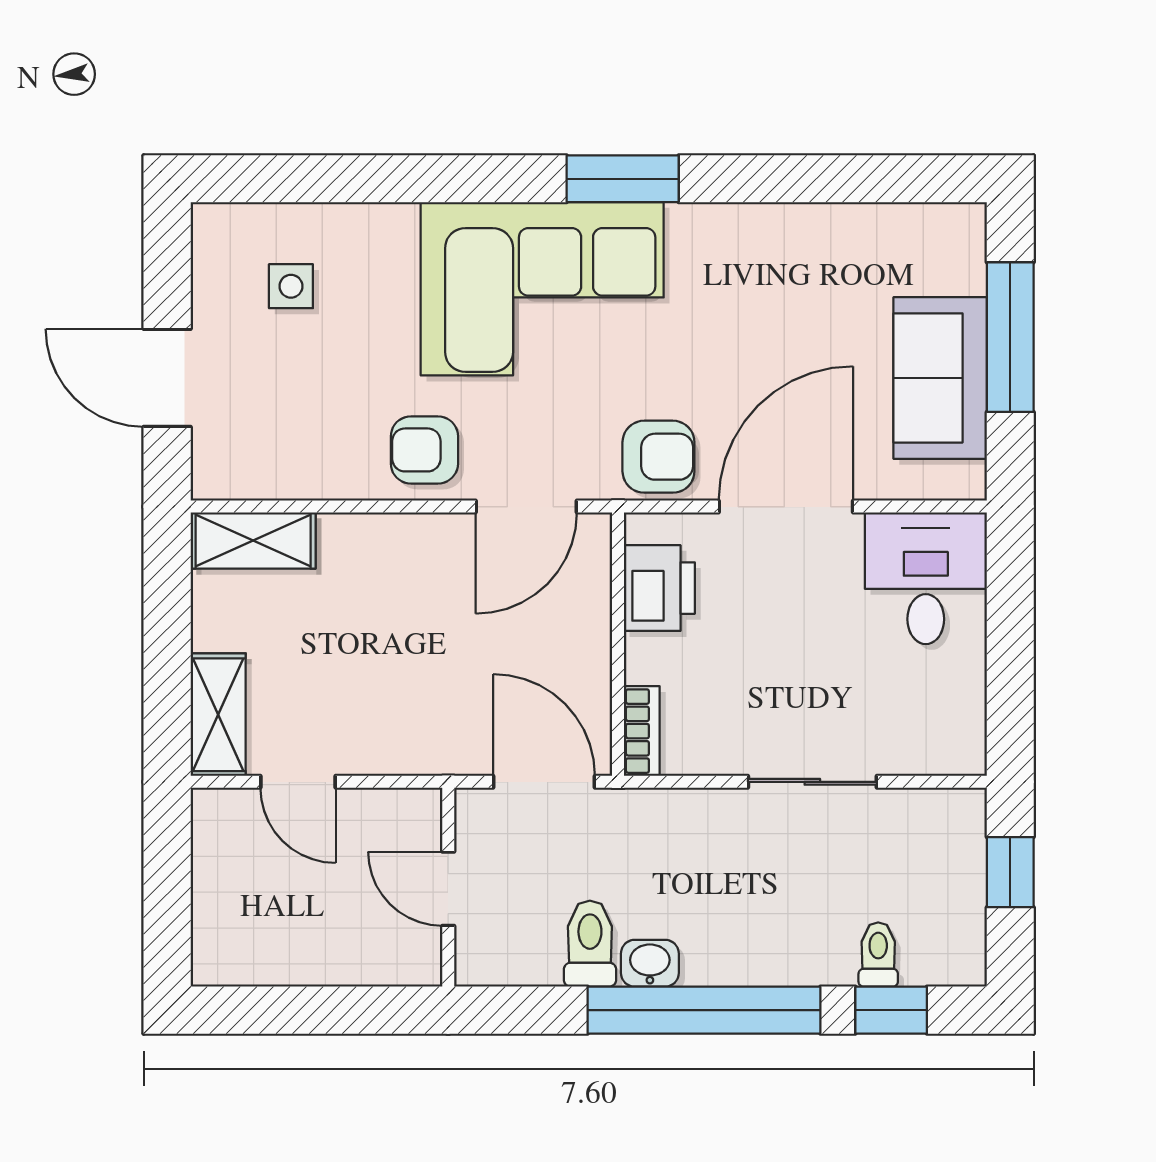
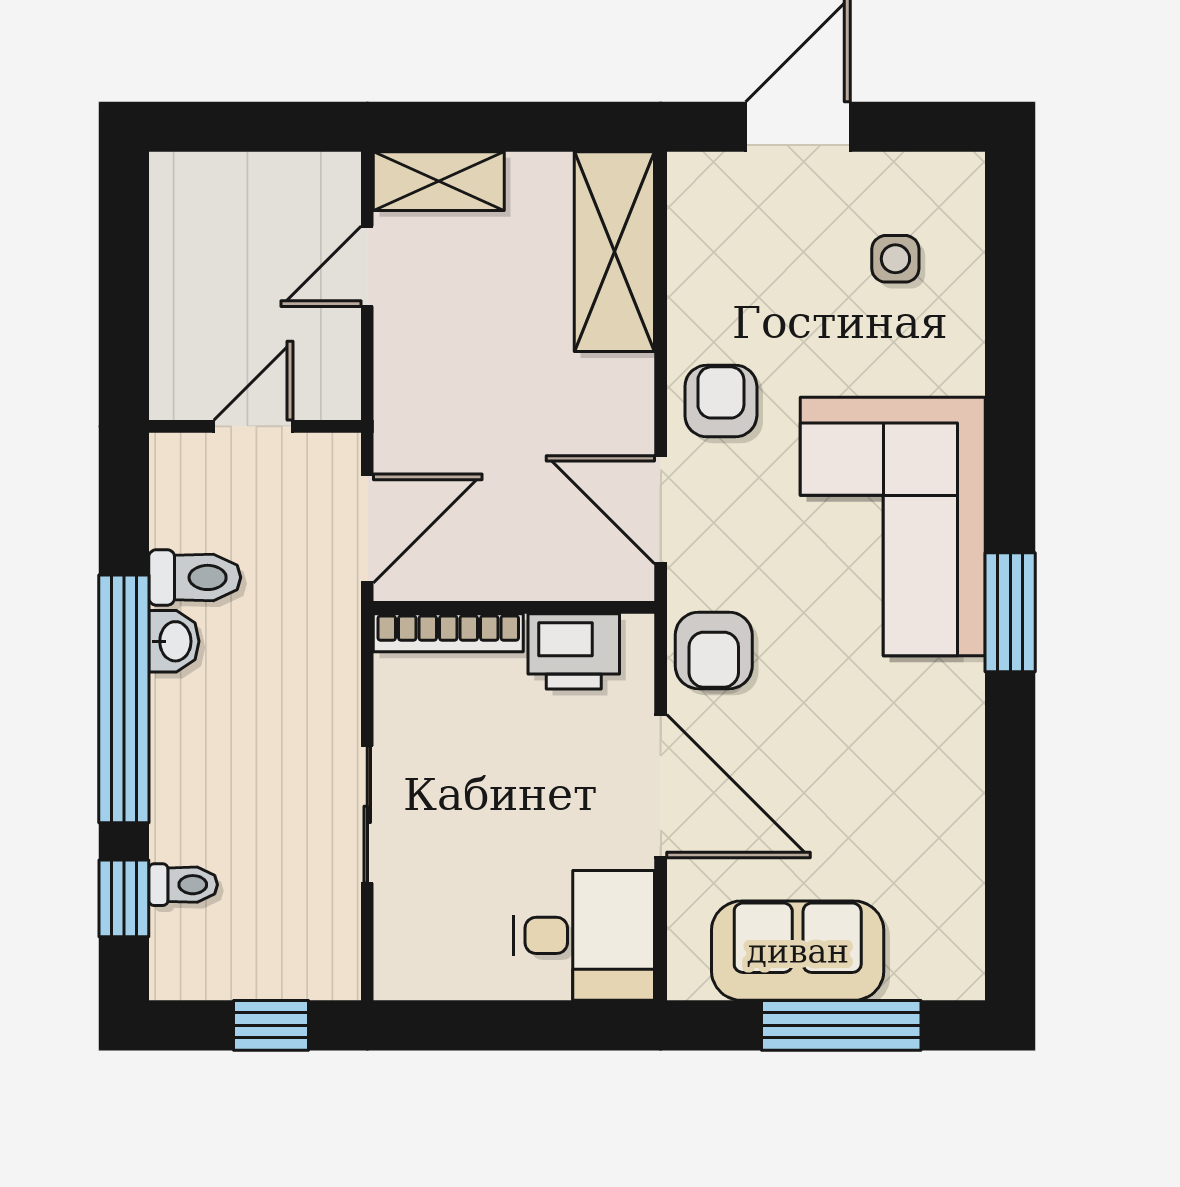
shelving: (253, 541) -> (614, 252), width x1.50, depth x1.33
bookcase: (642, 731) -> (448, 633), width x1.56

